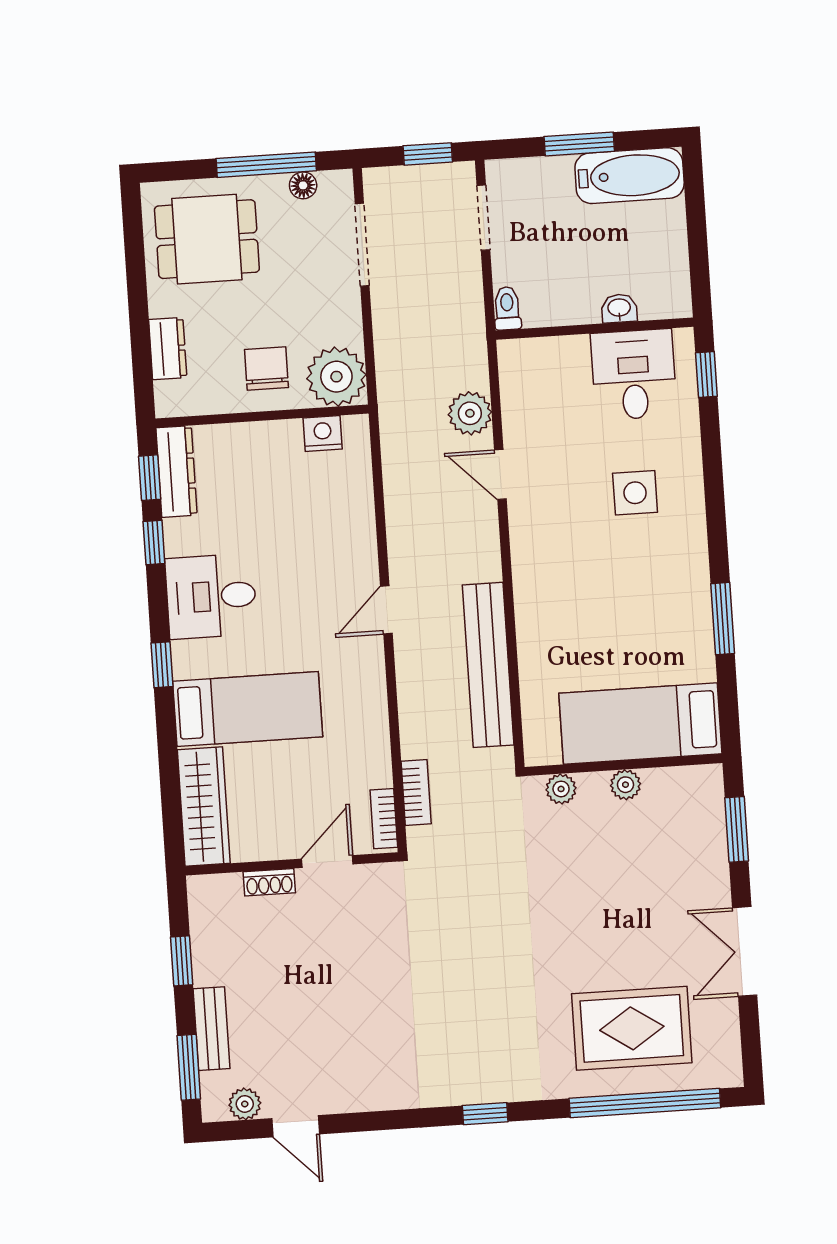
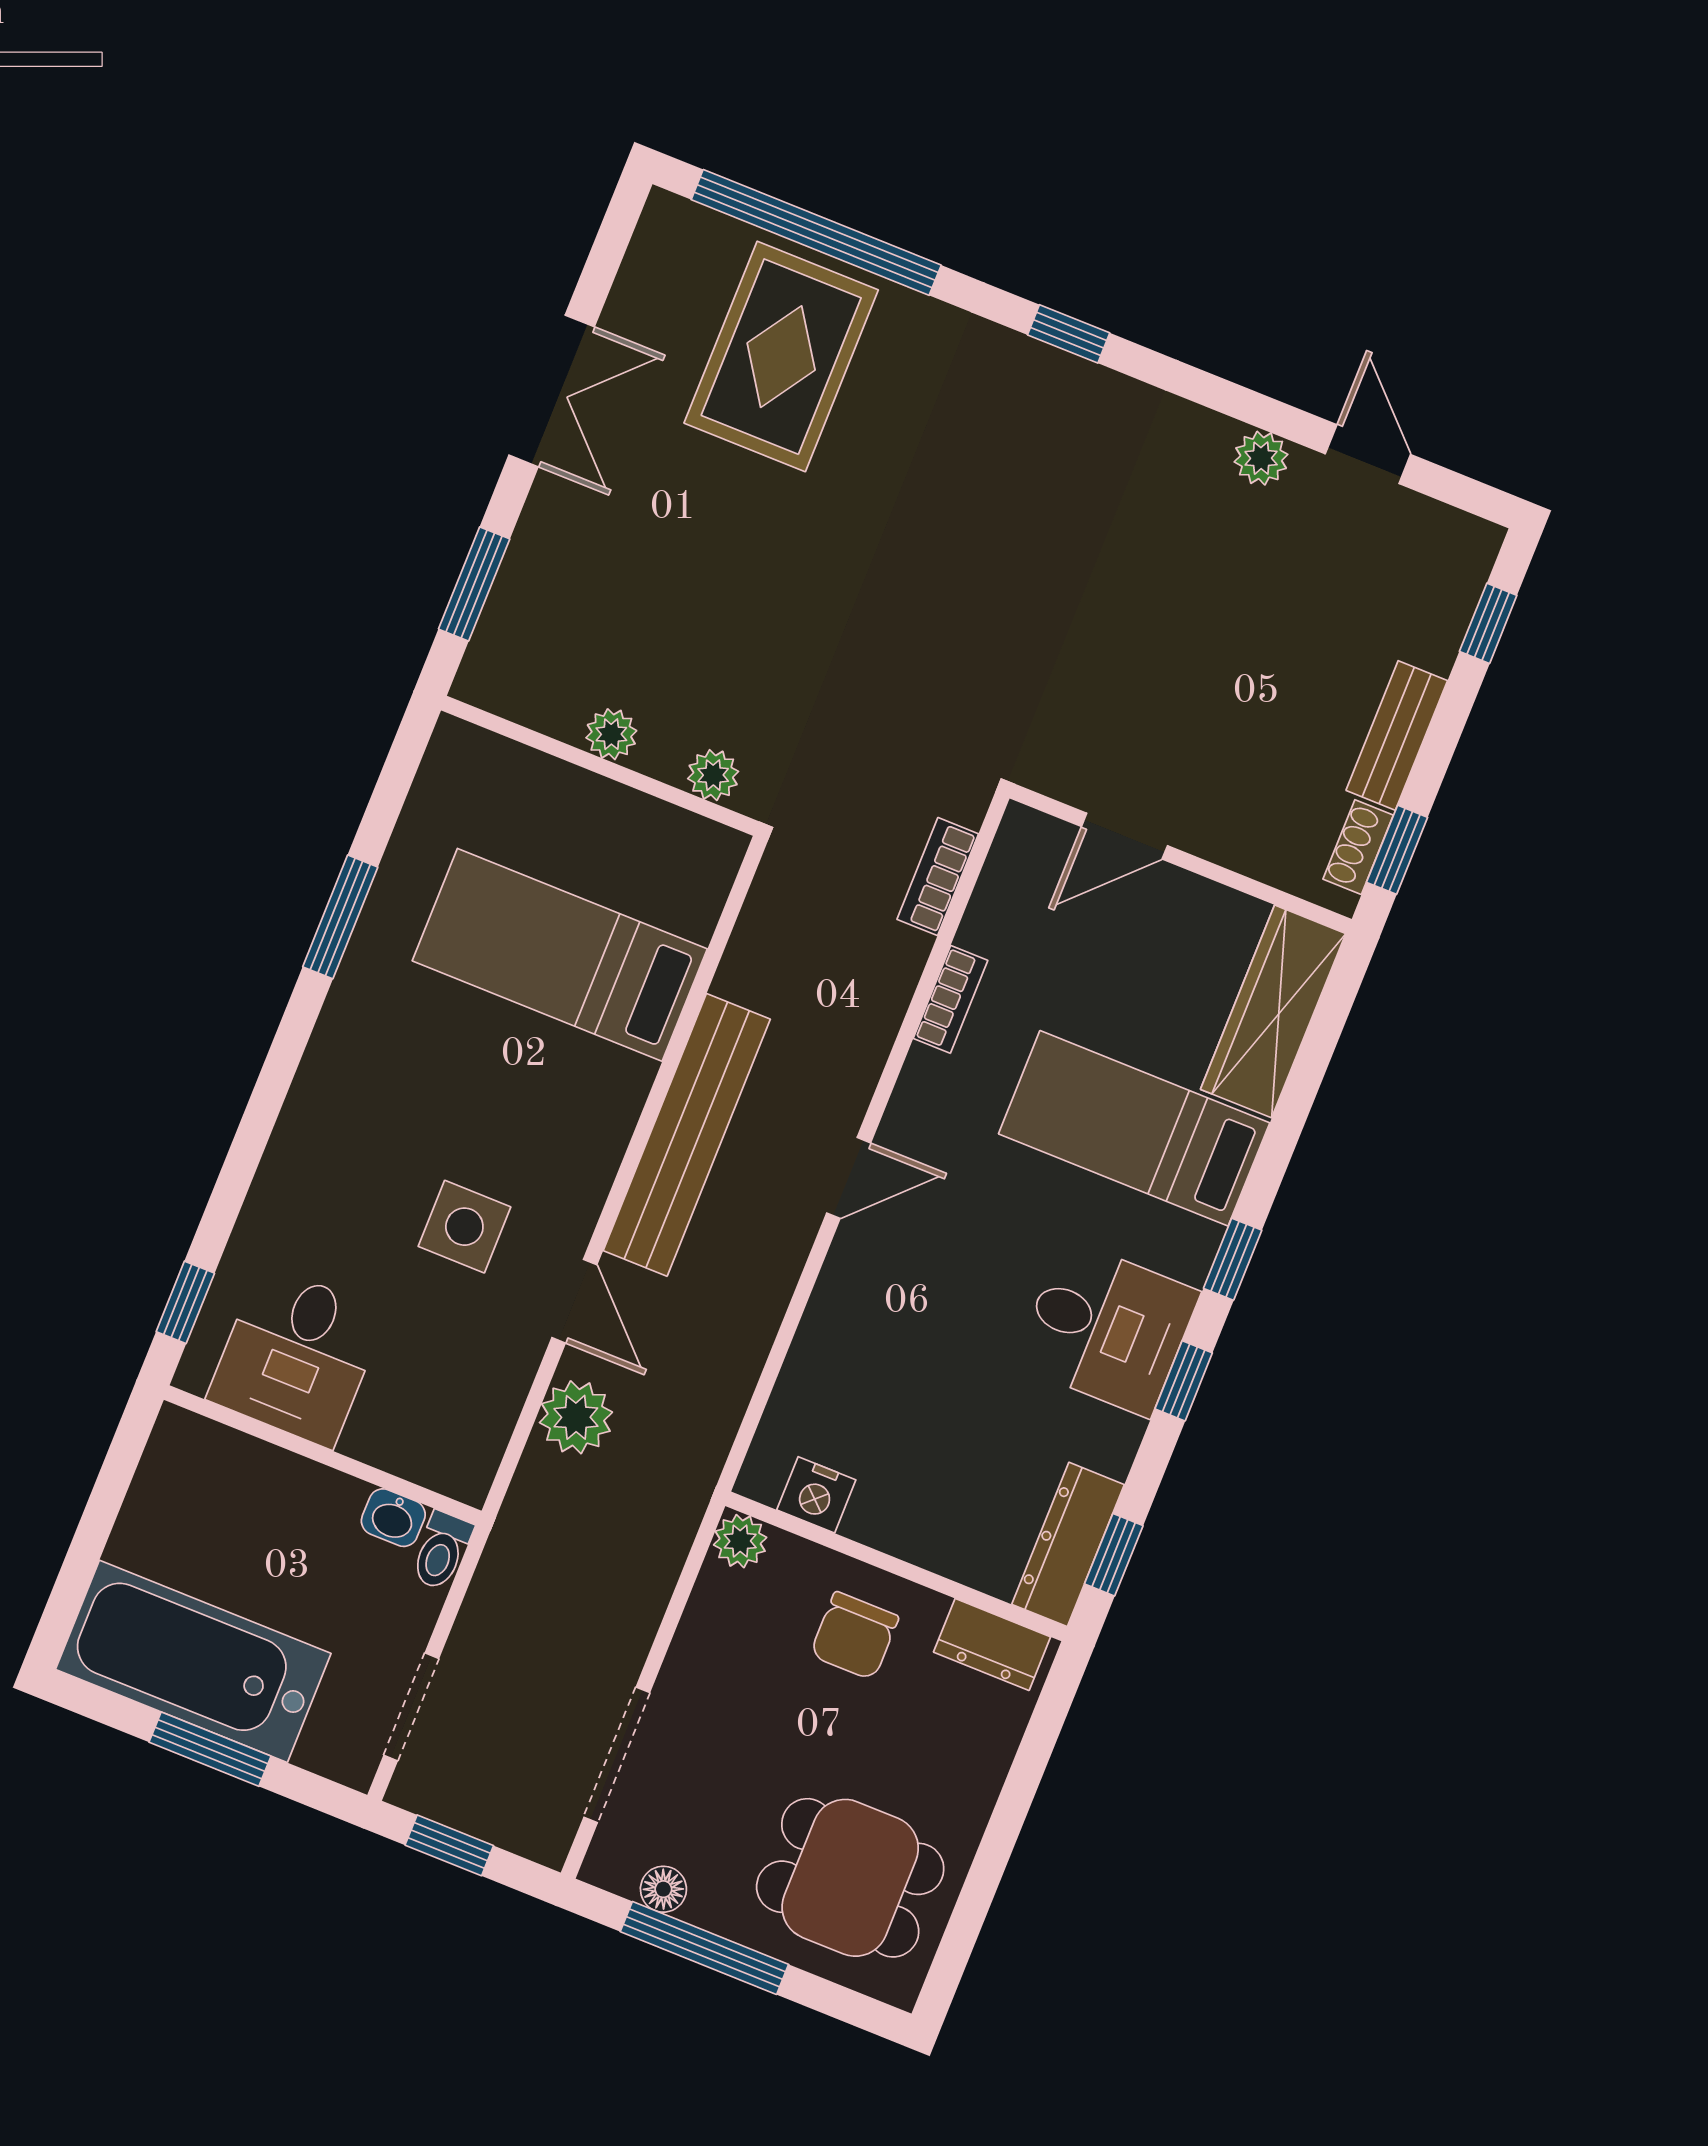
bathtub: (630, 176) -> (193, 1661), width x1.36, depth x1.36
washbasin: (619, 308) -> (393, 1518), moved
dresser: (168, 349) -> (992, 1645), moved, turned -90
plant: (336, 377) -> (740, 1541), width x0.53, depth x0.53
side table: (635, 493) -> (464, 1227), moved
window: (154, 543) -> (1184, 1381), moved
bench: (488, 665) -> (687, 1135), moved
bed: (640, 723) -> (560, 955), moved, turned 180
bookcase: (384, 819) -> (950, 999), moved
shoe rack: (269, 882) -> (1358, 847), moved, turned -90
window: (182, 961) -> (1397, 850), moved
rug: (632, 1028) -> (781, 357), turned 90
bench: (212, 1029) -> (1397, 735), moved
window: (189, 1067) -> (1488, 623), width x0.67
plant: (245, 1104) -> (1261, 458), moved

